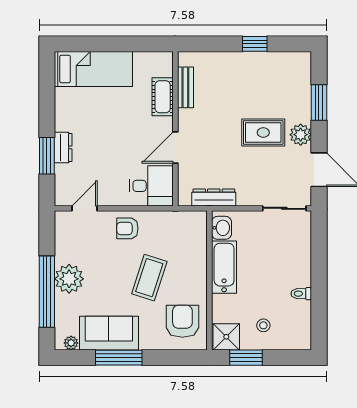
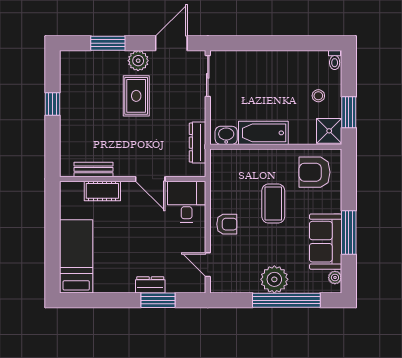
armchair: (127, 228) -> (227, 224), turned -90
coffee table: (149, 278) -> (273, 204), turned 72
toilet: (301, 294) -> (335, 60), moved

